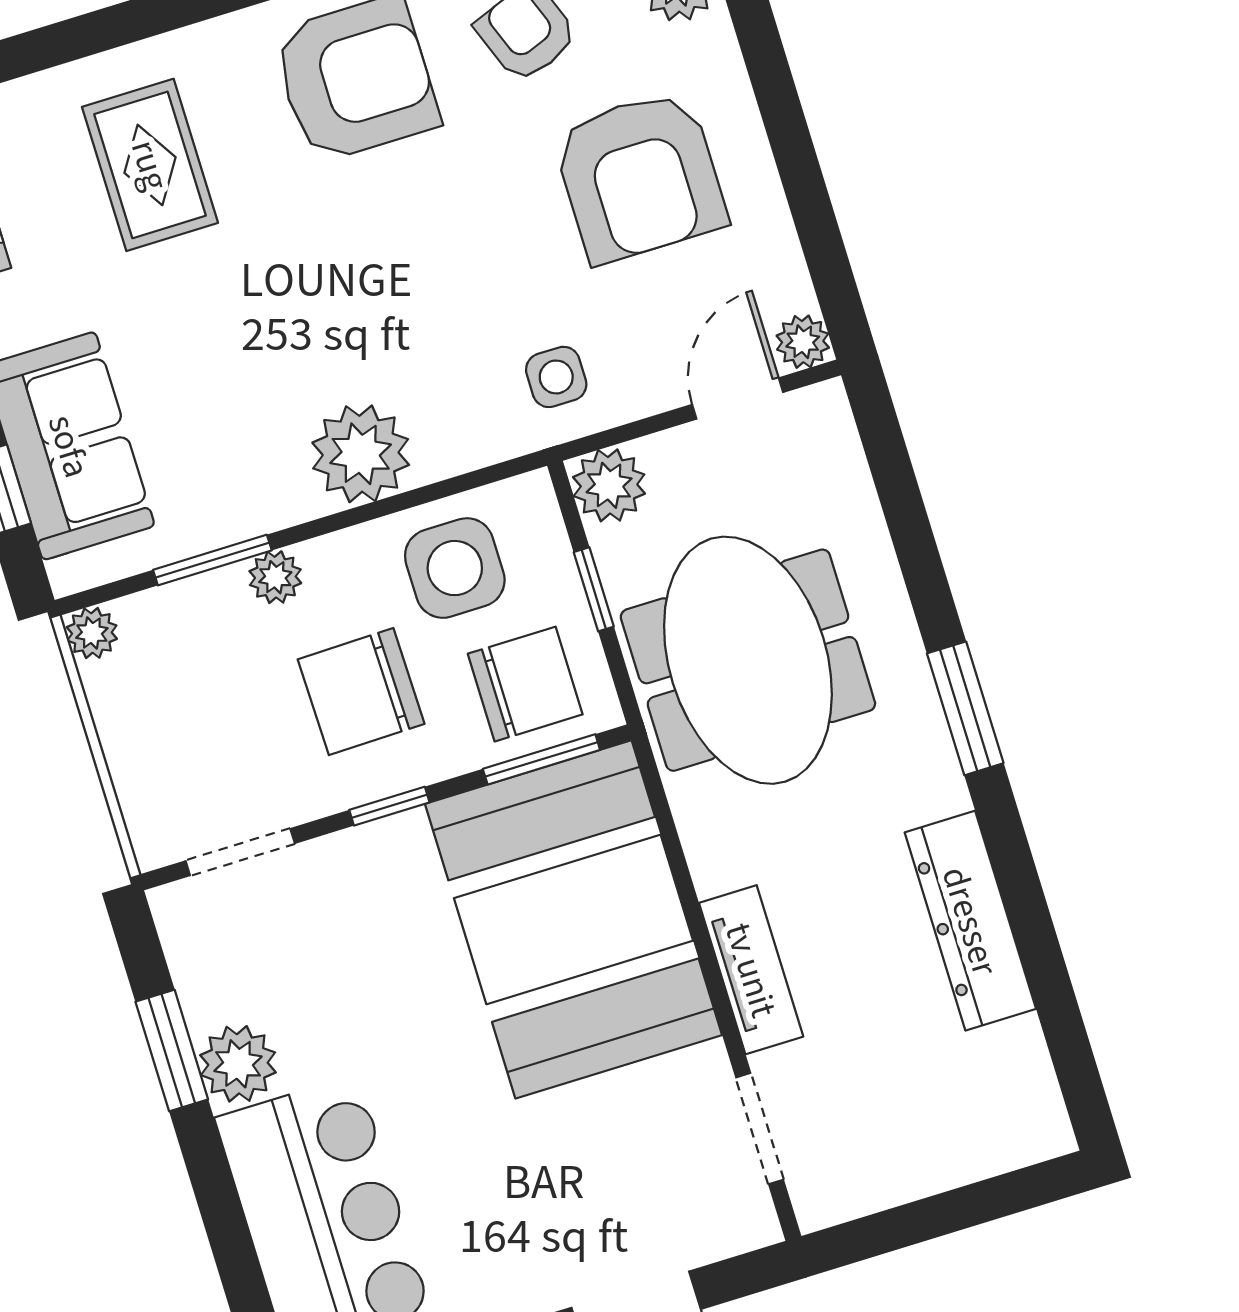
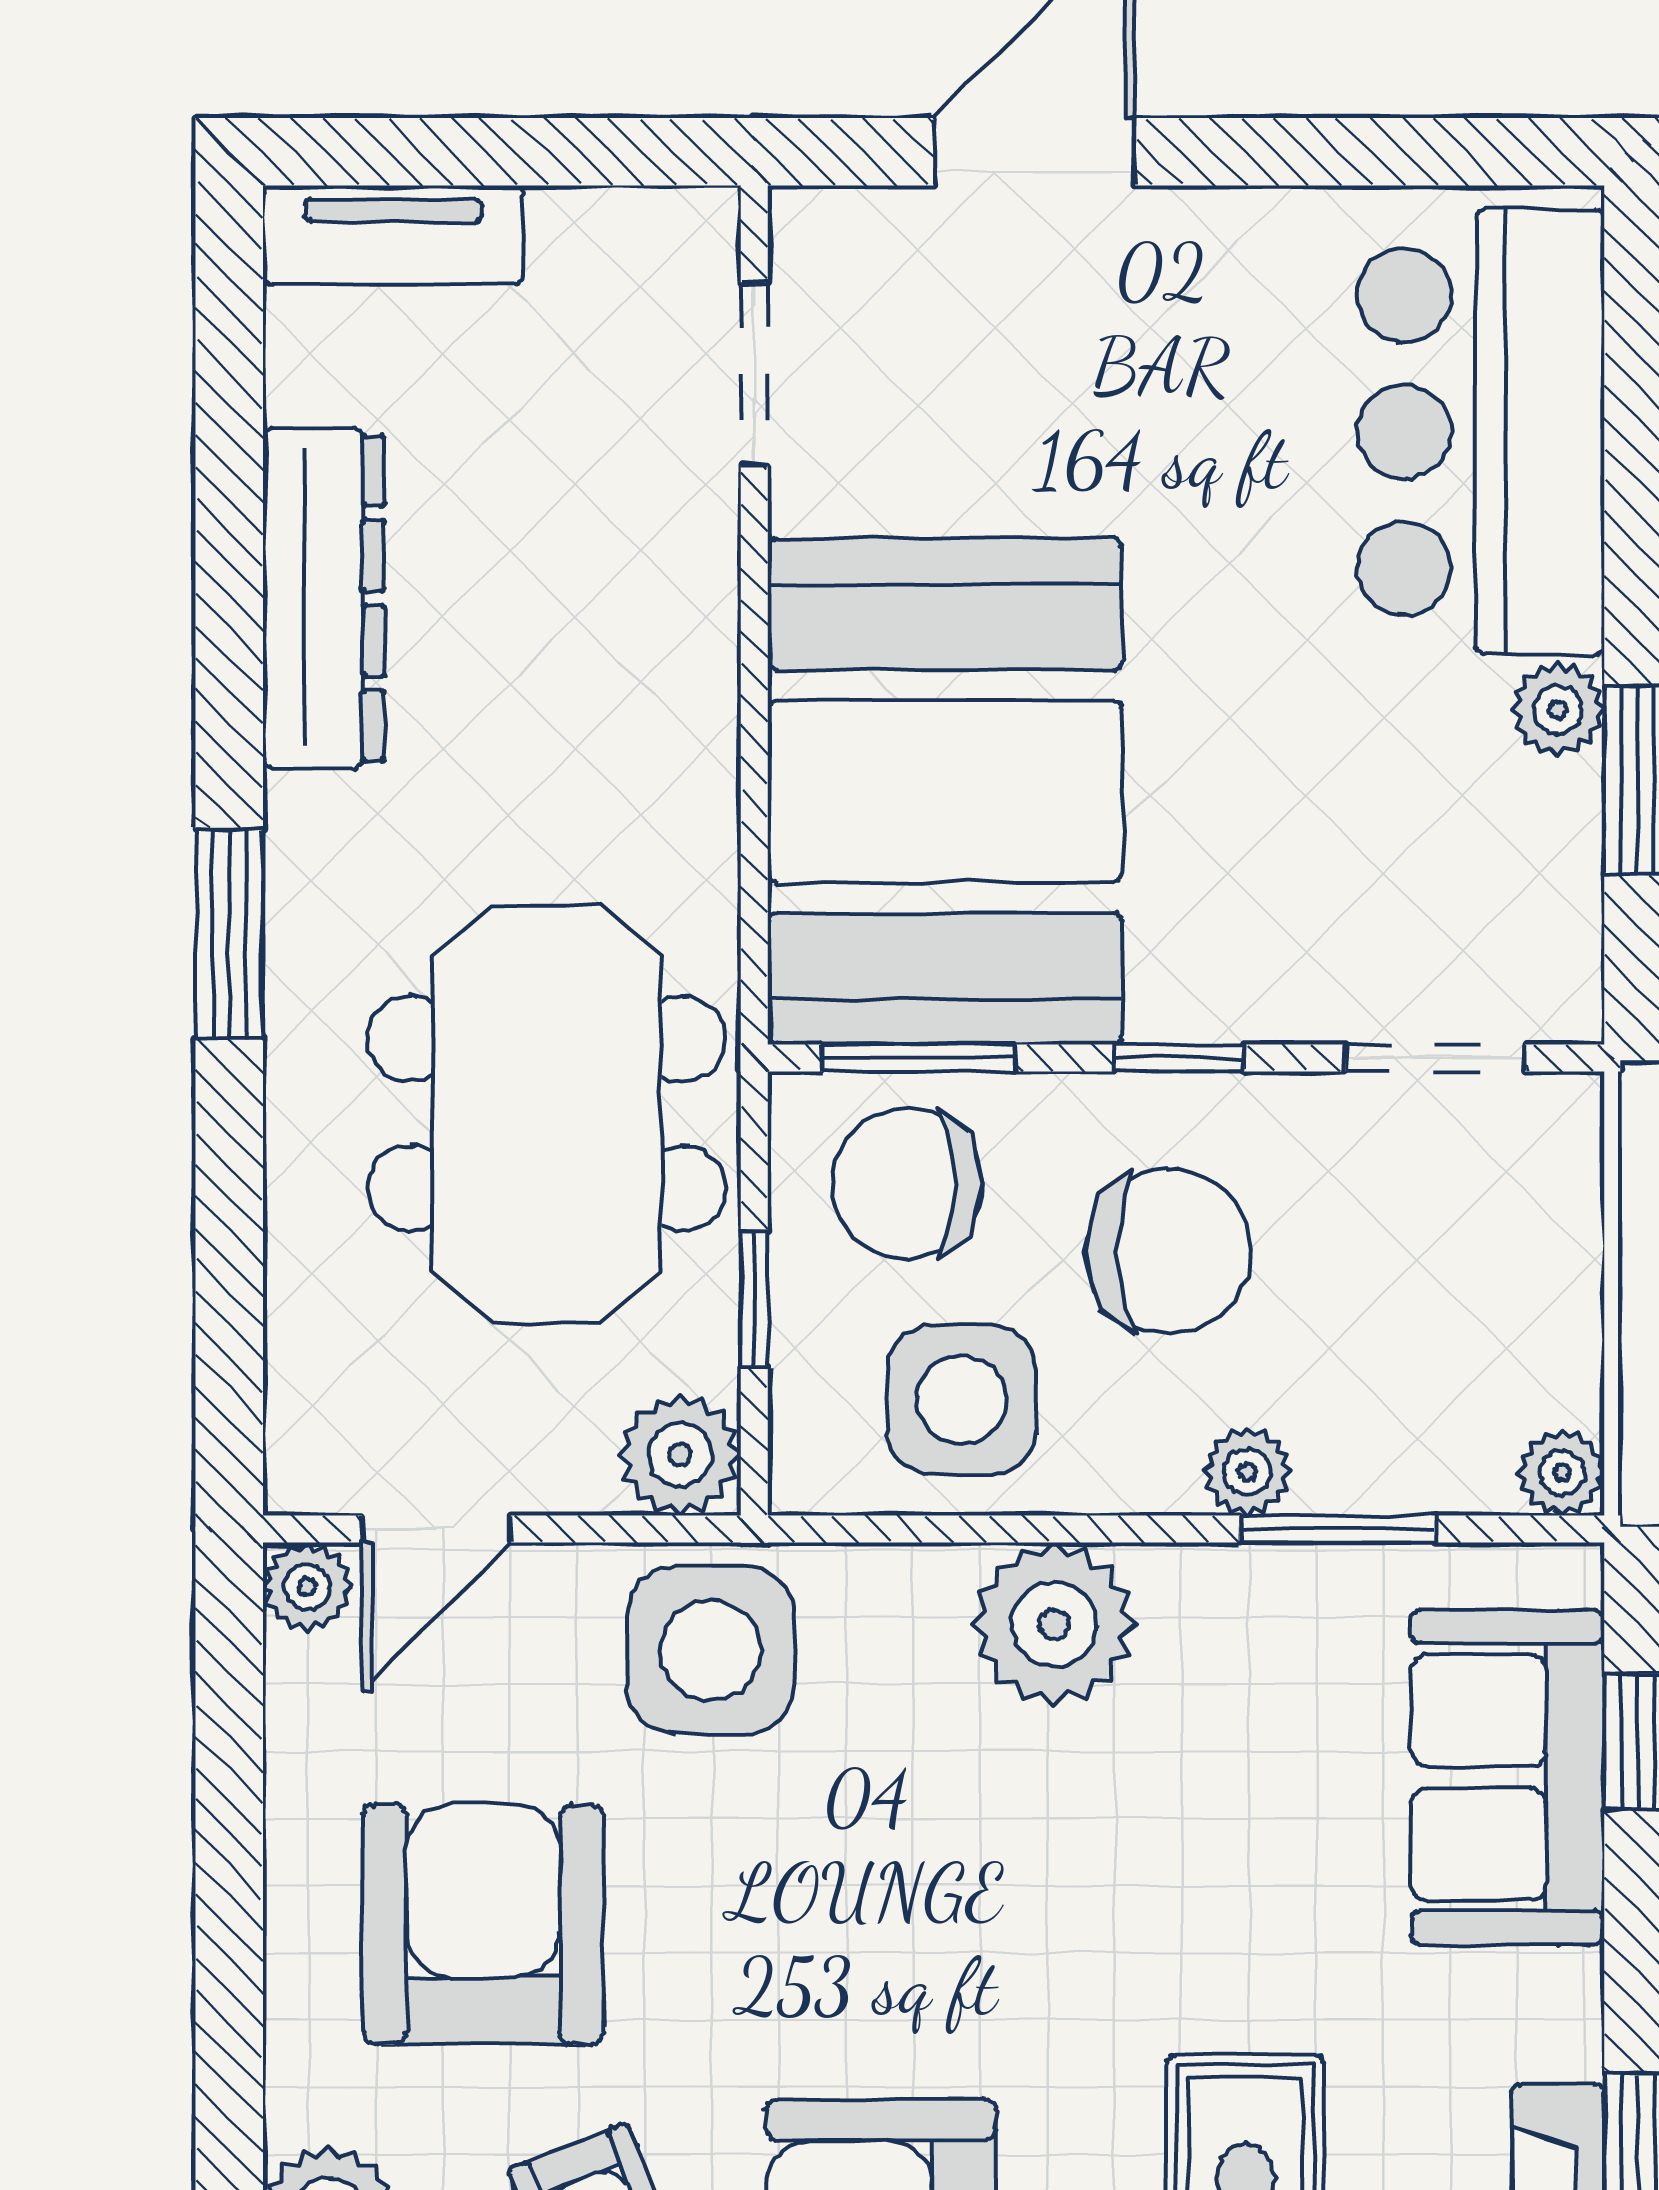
side table: (556, 377) -> (711, 1650), width x1.87, depth x1.87
tv unit: (751, 970) -> (393, 235), moved, turned -90
plant: (238, 1064) -> (1558, 710), width x0.73, depth x0.73

